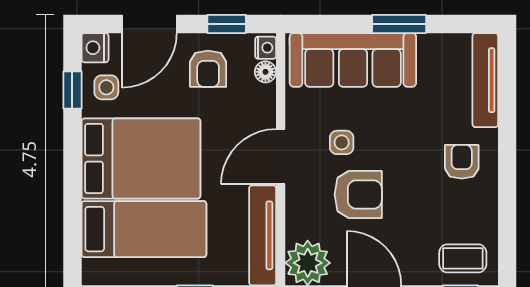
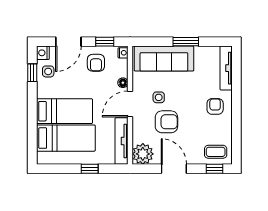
floor lamp: (265, 72) -> (123, 83), moved
bed: (141, 159) -> (64, 111), width x0.67

